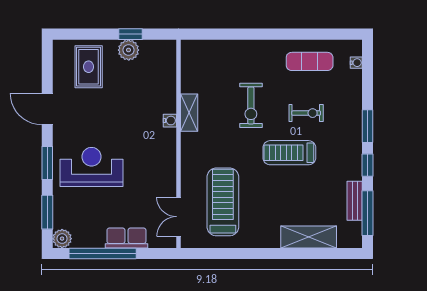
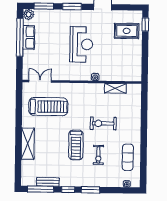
window: (131, 34) -> (145, 24), moved
plant: (129, 50) -> (136, 54), removed
shelving: (189, 113) -> (115, 88), moved
treadmill: (289, 153) -> (76, 145), turned 180
reception desk: (91, 167) -> (81, 44), moved
shelving: (309, 237) -> (28, 144), moved
row of seats: (126, 238) -> (29, 38), moved

